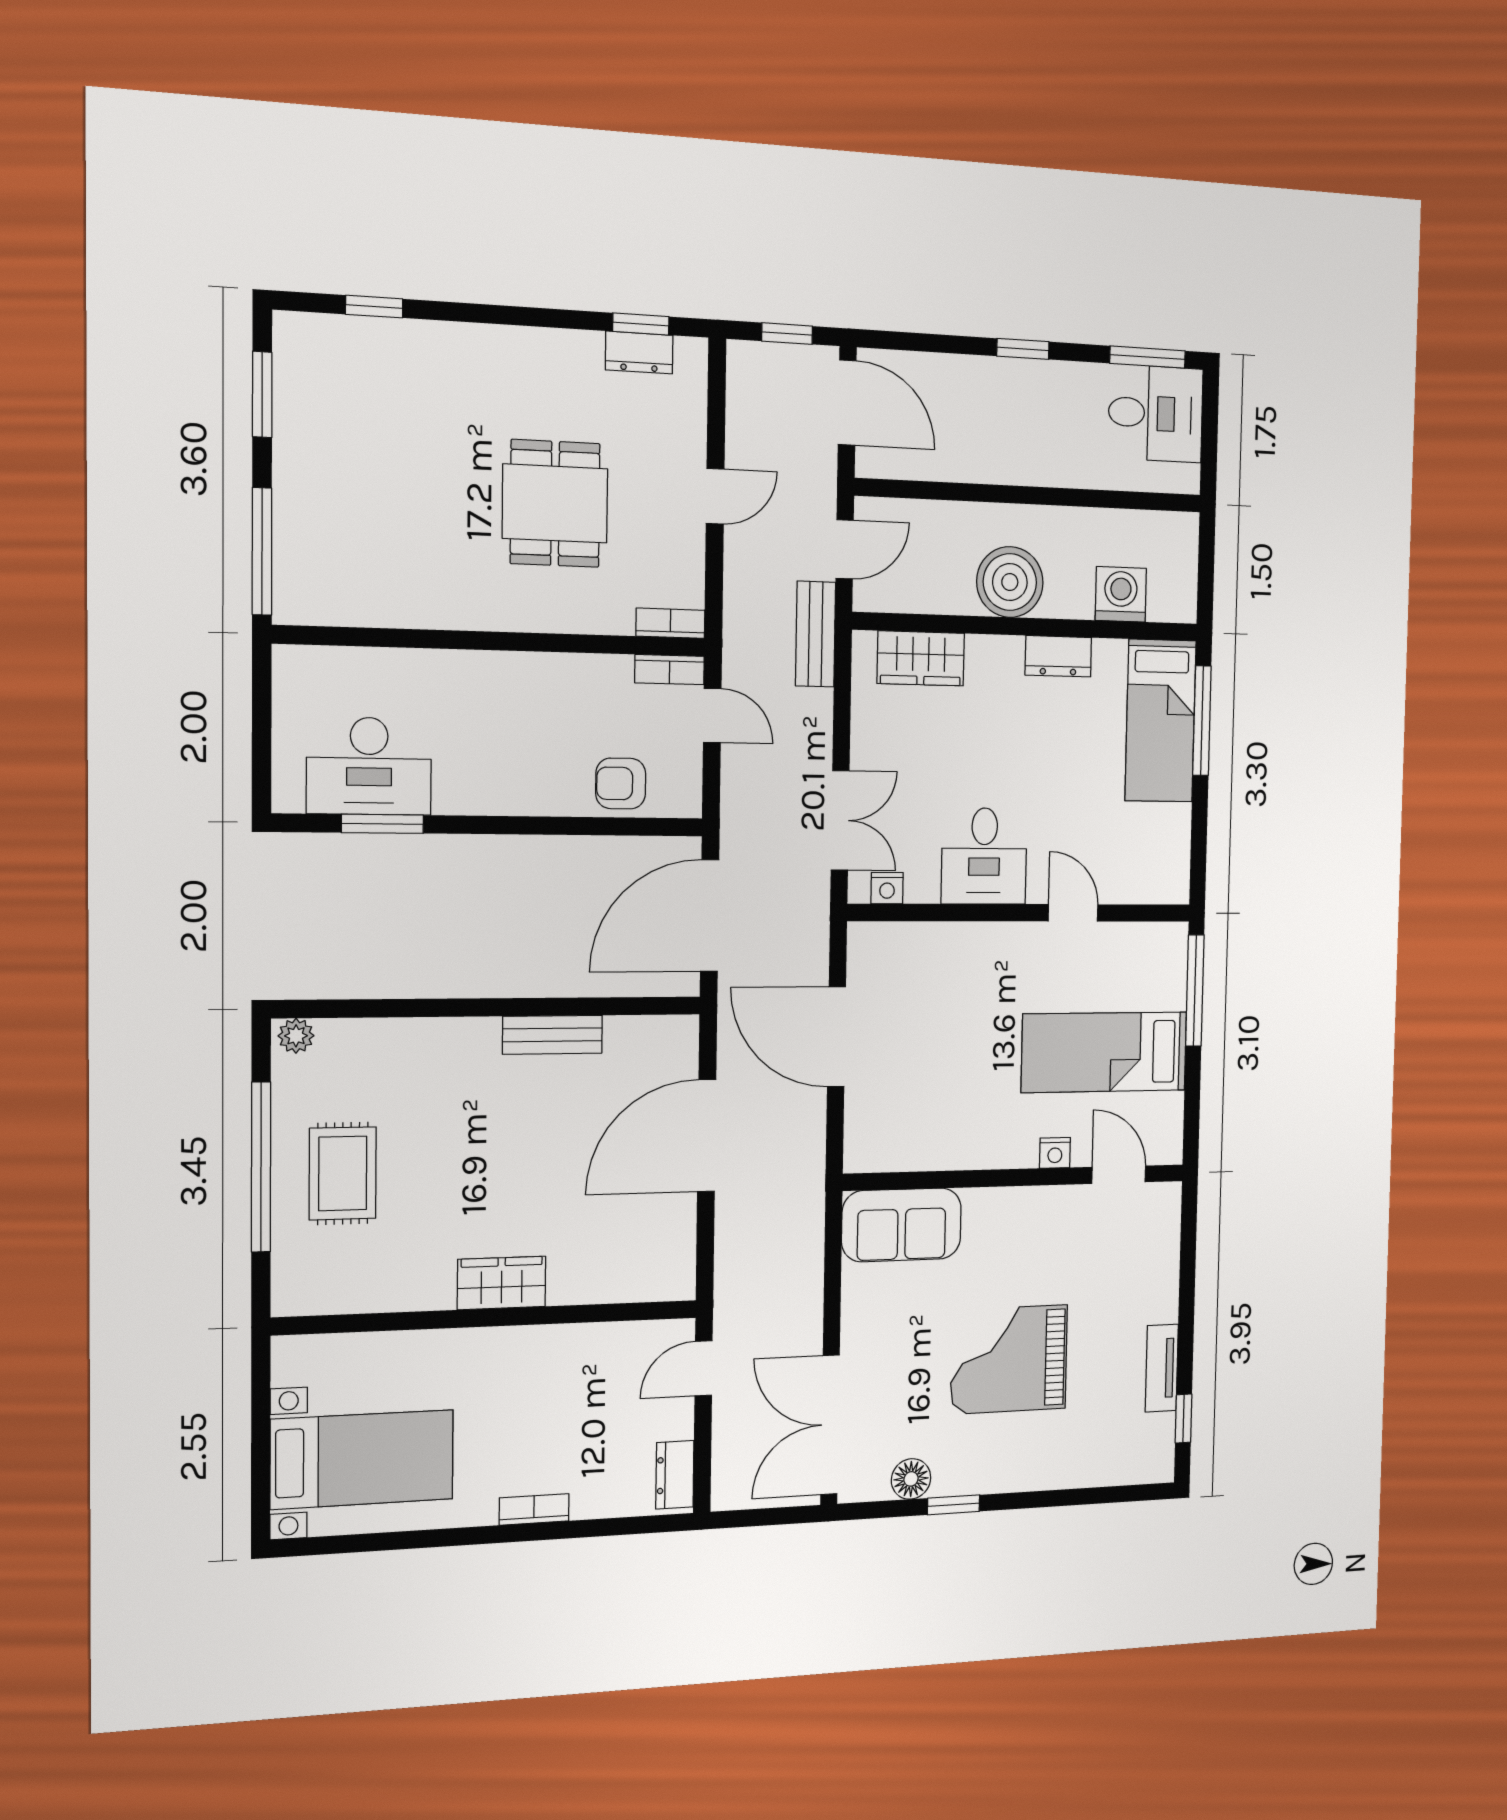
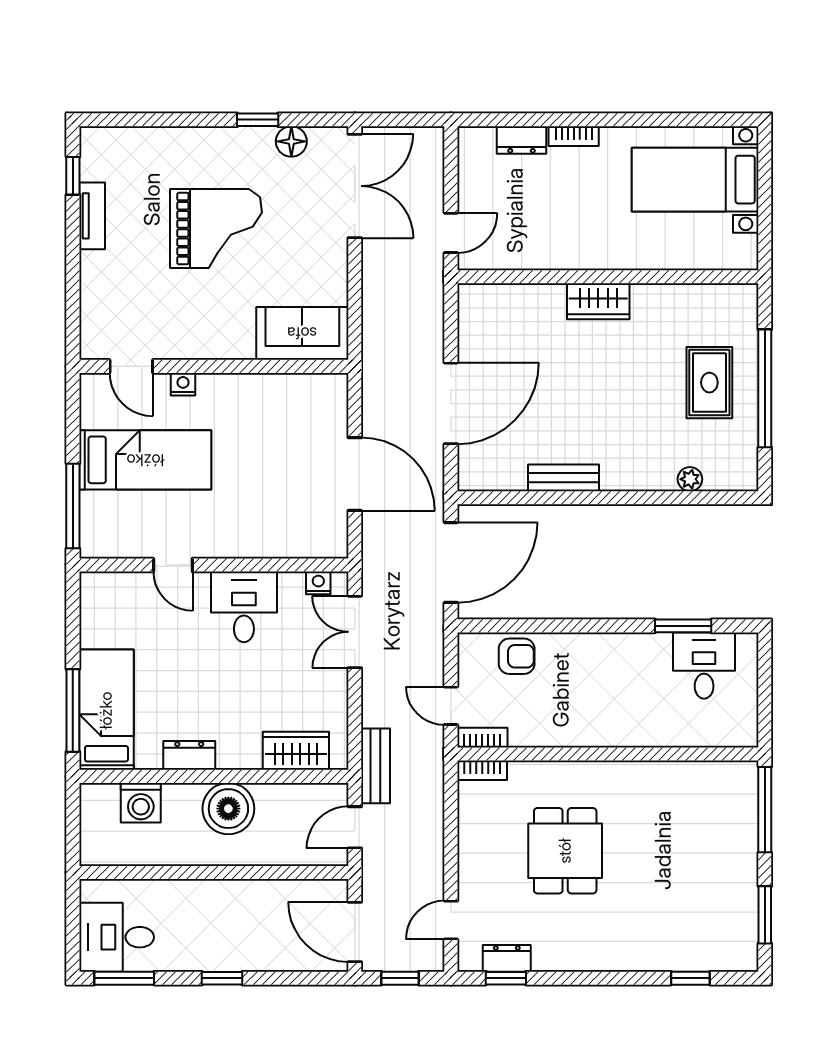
door: (715, 496) -> (451, 920), moved
desk: (369, 766) -> (704, 666), width x0.73
plant: (296, 1036) -> (690, 479), moved
dresser: (675, 1475) -> (522, 140), moved, turned 90

